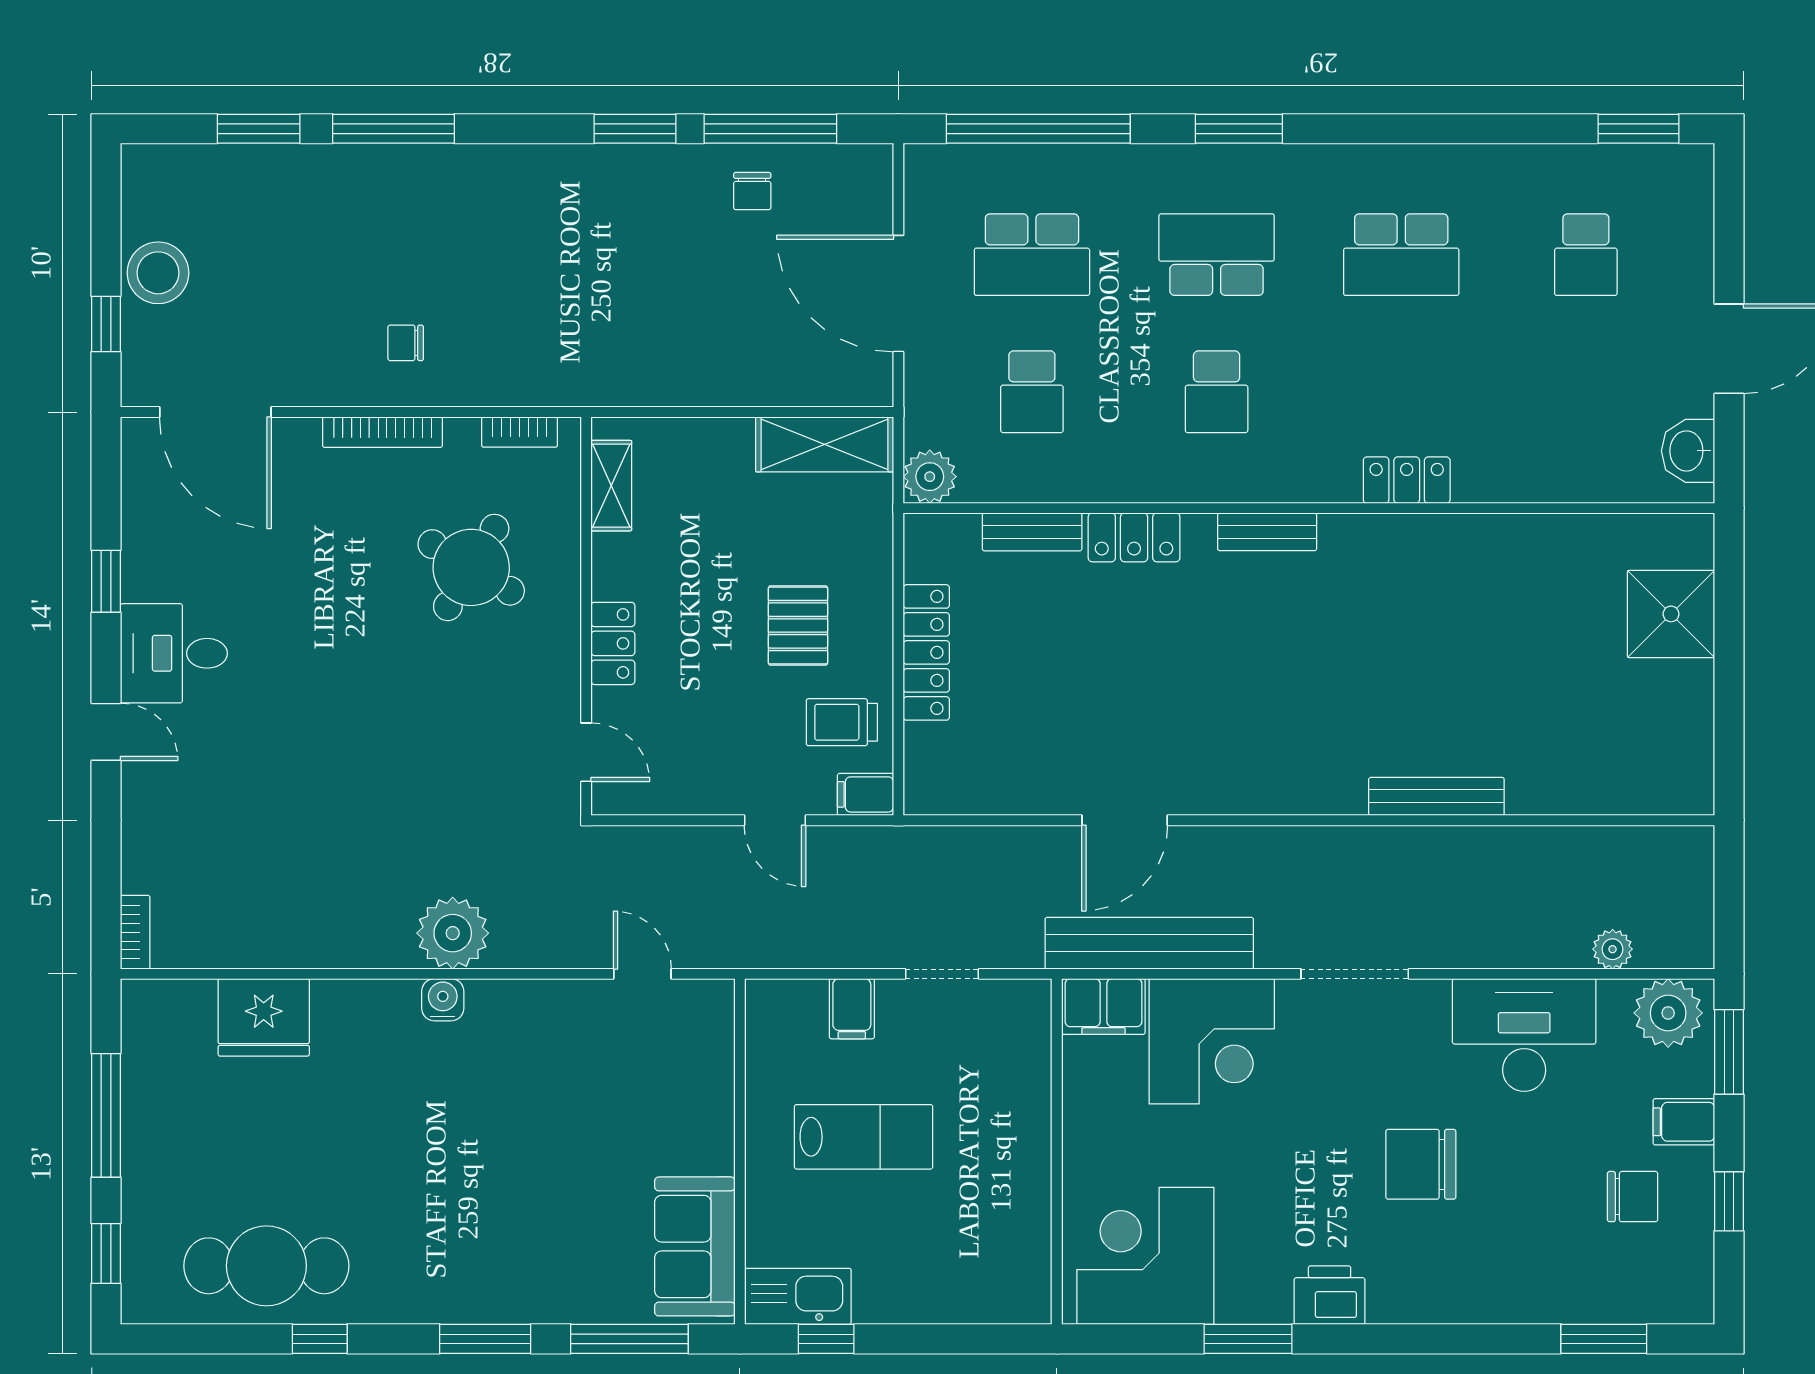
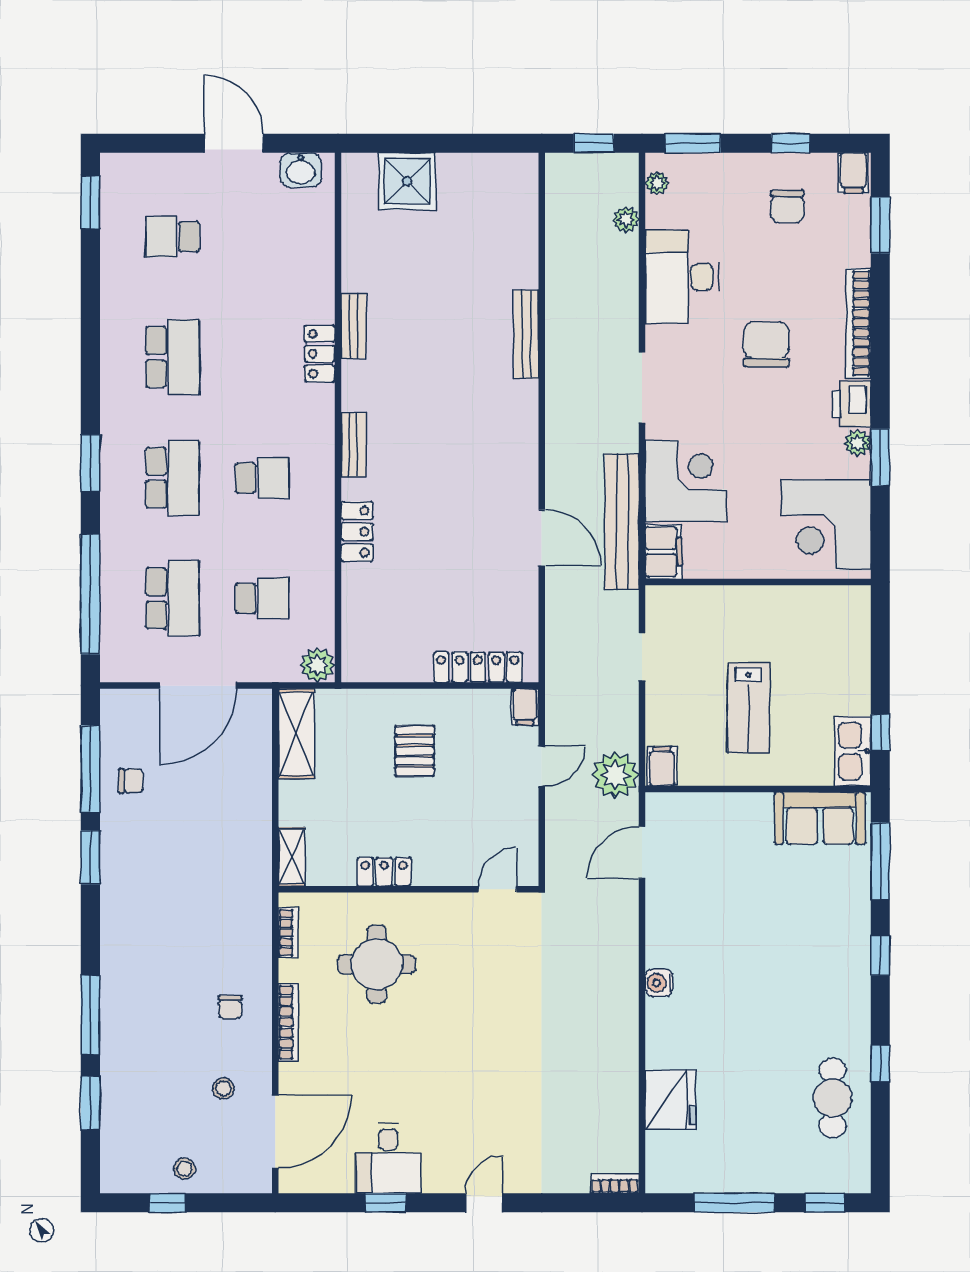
school desk: (1217, 255) -> (173, 478), turned 180
school desk: (1586, 255) -> (173, 237), turned 180
stool: (158, 273) -> (184, 1169), width x0.53, depth x0.53
window: (106, 324) -> (168, 1203), moved
stool: (281, 332) -> (223, 1089), added
shelving: (611, 486) -> (292, 857), moved, turned 90
bench: (1032, 532) -> (354, 326), moved
round table: (471, 567) -> (377, 964), turned -31
pallet: (798, 626) -> (415, 751), turned 90
locker: (613, 643) -> (384, 872), moved
locker: (926, 652) -> (478, 667), moved
desk: (174, 653) -> (388, 1158), moved
trolley: (842, 722) -> (478, 722), removed
window: (1729, 900) -> (594, 143), added
plant: (453, 933) -> (615, 775), moved
door: (642, 974) -> (642, 853), width x1.38
filing cabinet: (852, 1009) -> (662, 766), moved, turned -90
plant: (1668, 1013) -> (657, 183), width x0.53, depth x0.53
filing cabinet: (1684, 1122) -> (853, 173), moved
lab bench: (864, 1137) -> (748, 708), turned 180
chair: (1421, 1164) -> (766, 344), turned 180
chair: (1632, 1197) -> (787, 206), turned 180
cafe table: (266, 1266) -> (833, 1098), width x0.73, depth x0.74
plant: (1270, 1304) -> (857, 443), added
bookcase: (1453, 1305) -> (858, 323), added
window: (485, 1339) -> (880, 955), width x0.67

